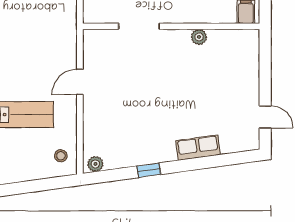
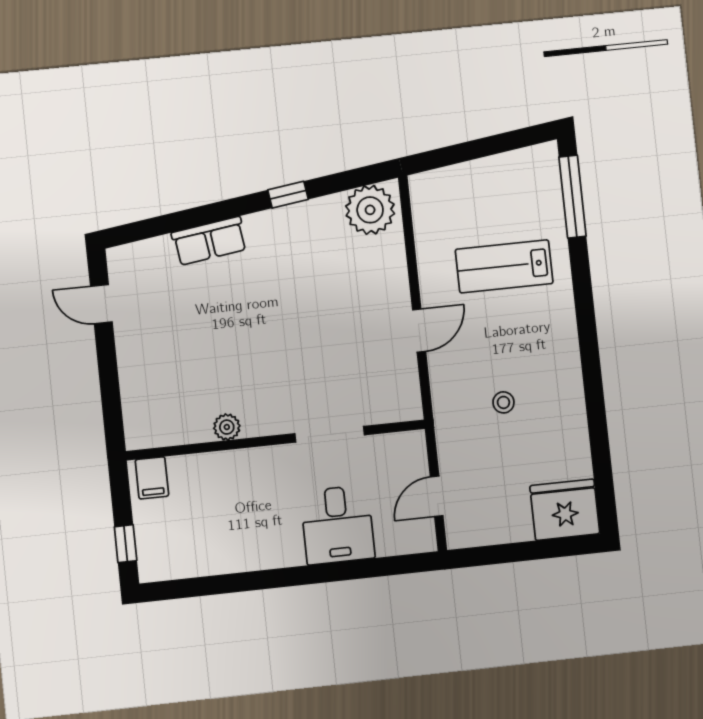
stool: (61, 156) -> (503, 402), moved
plant: (95, 164) -> (370, 210), width x1.88, depth x1.88

